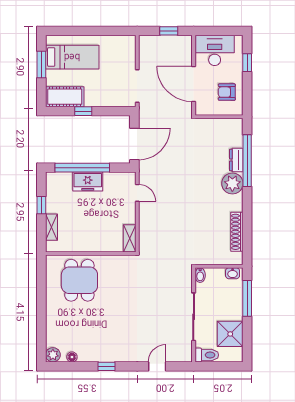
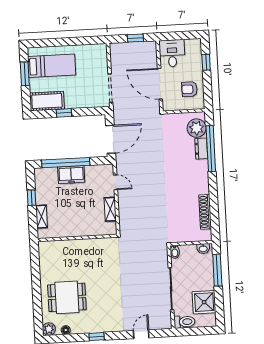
desk: (215, 50) -> (172, 53), width x0.73
plant: (232, 183) -> (197, 128), moved
shelving: (130, 238) -> (110, 209), moved
dining table: (79, 280) -> (67, 297), moved, turned 90

